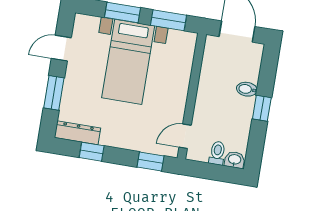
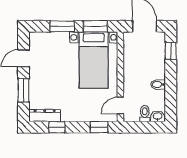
bed with nightstands: (128, 62) -> (94, 60), moved
bidet: (247, 89) -> (158, 84), moved
window: (262, 108) -> (171, 51), moved

